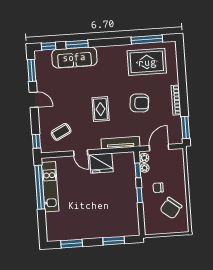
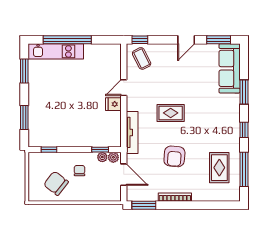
window: (49, 46) -> (244, 130), moved
sofa: (74, 57) -> (230, 68), moved
rug: (147, 62) -> (219, 168), width x0.73, depth x0.70
coffee table: (61, 132) -> (142, 58), moved
fridge: (101, 163) -> (113, 104), width x0.53, depth x0.75
window: (40, 187) -> (67, 40), moved
kitchen unit: (50, 187) -> (56, 51), moved
window: (140, 195) -> (49, 150), moved

